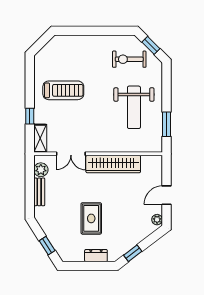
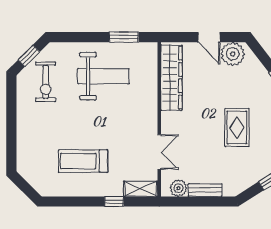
treadmill: (63, 90) -> (83, 161), turned -90
wardrobe: (113, 164) -> (172, 78), moved
rug: (91, 218) -> (237, 128), turned 90
plant: (157, 220) -> (233, 54), width x1.88, depth x1.88

